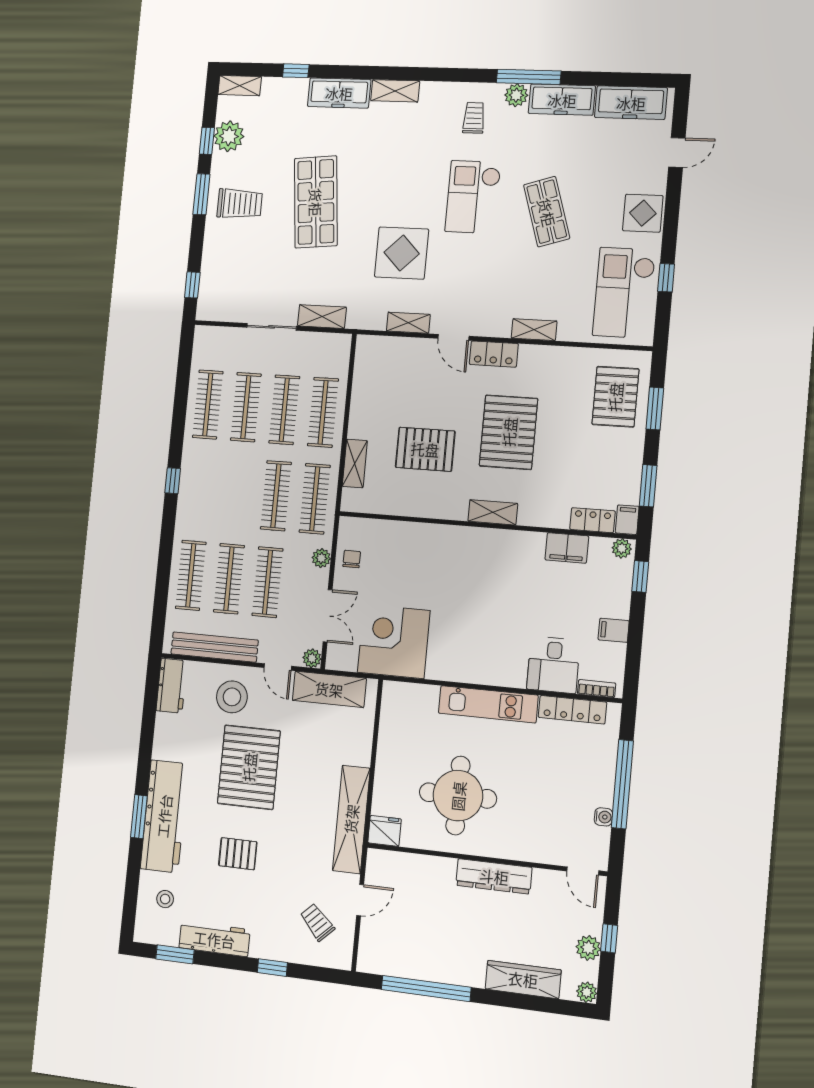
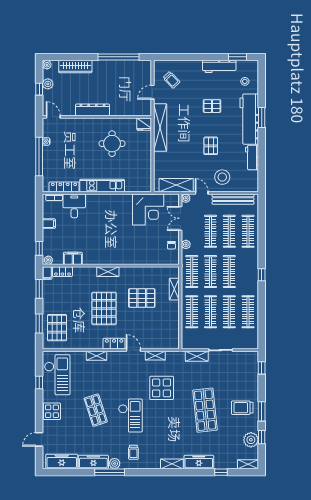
clothes rail: (237, 493) -> (229, 272), added
workbench: (172, 686) -> (252, 157), moved
pallet: (249, 767) -> (211, 146), width x0.49, depth x0.50
round table: (458, 796) -> (112, 144), width x0.73, depth x0.73
window: (272, 968) -> (190, 57), removed

